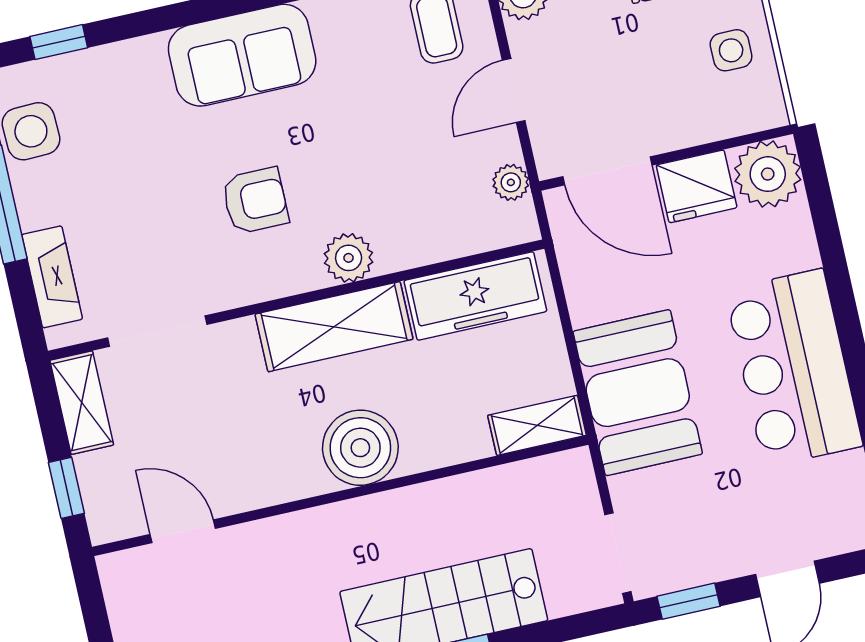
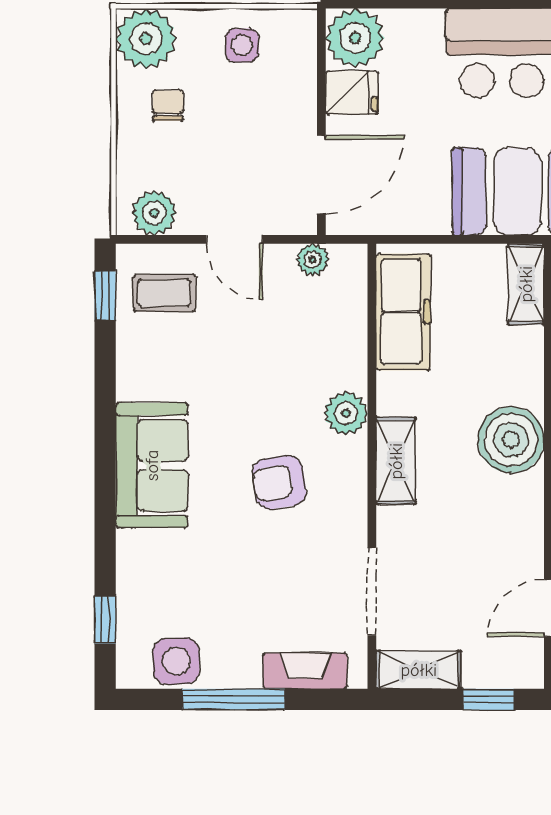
fridge: (697, 186) -> (352, 93), width x0.72
armchair: (255, 201) -> (279, 482), turned -99
shelving: (334, 327) -> (396, 461), width x0.67, depth x0.75

